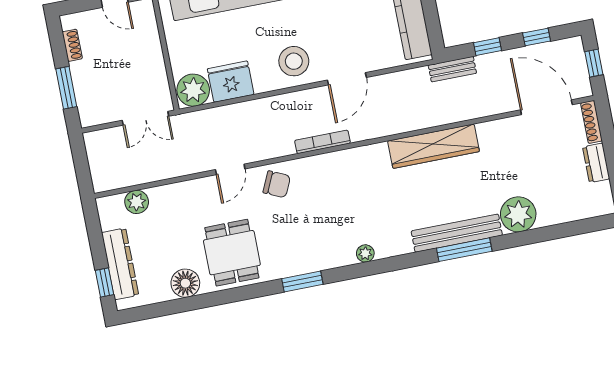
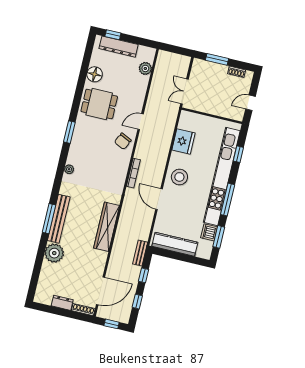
plant: (193, 90) -> (188, 121), removed
door: (230, 169) -> (141, 122), hinge flipped

